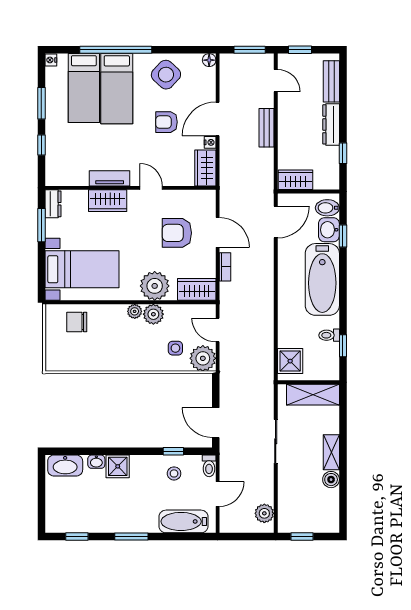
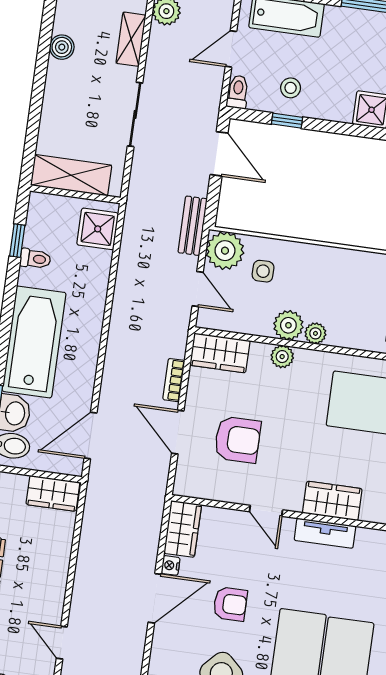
bench: (266, 128) -> (193, 226), moved
plant: (155, 286) -> (282, 357), width x0.53, depth x0.53
shelving: (331, 452) -> (131, 39), moved

